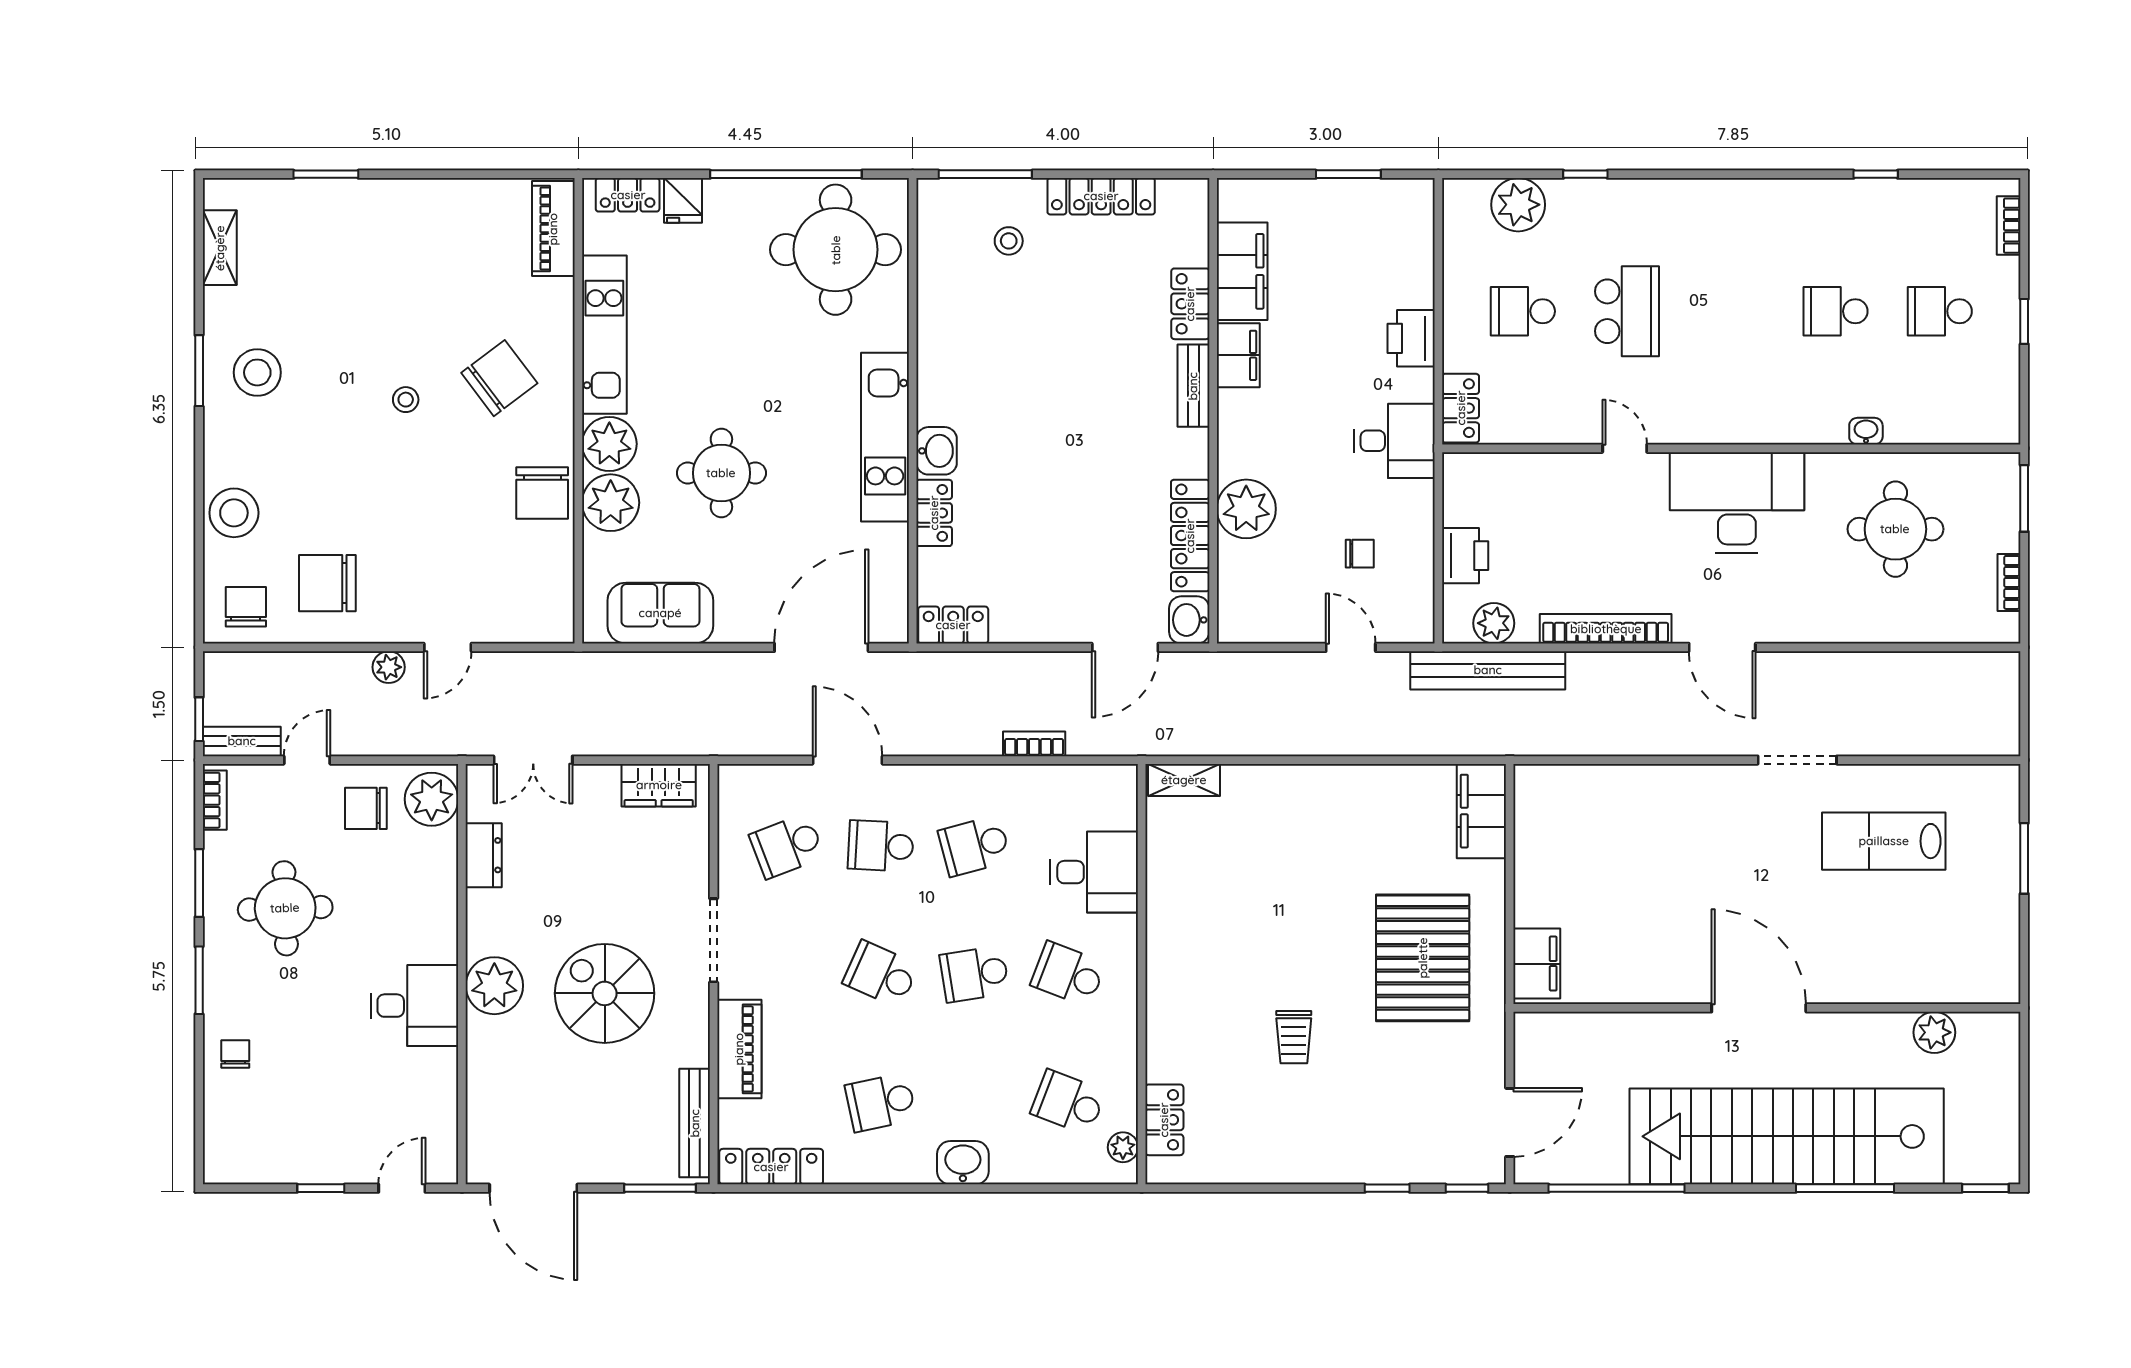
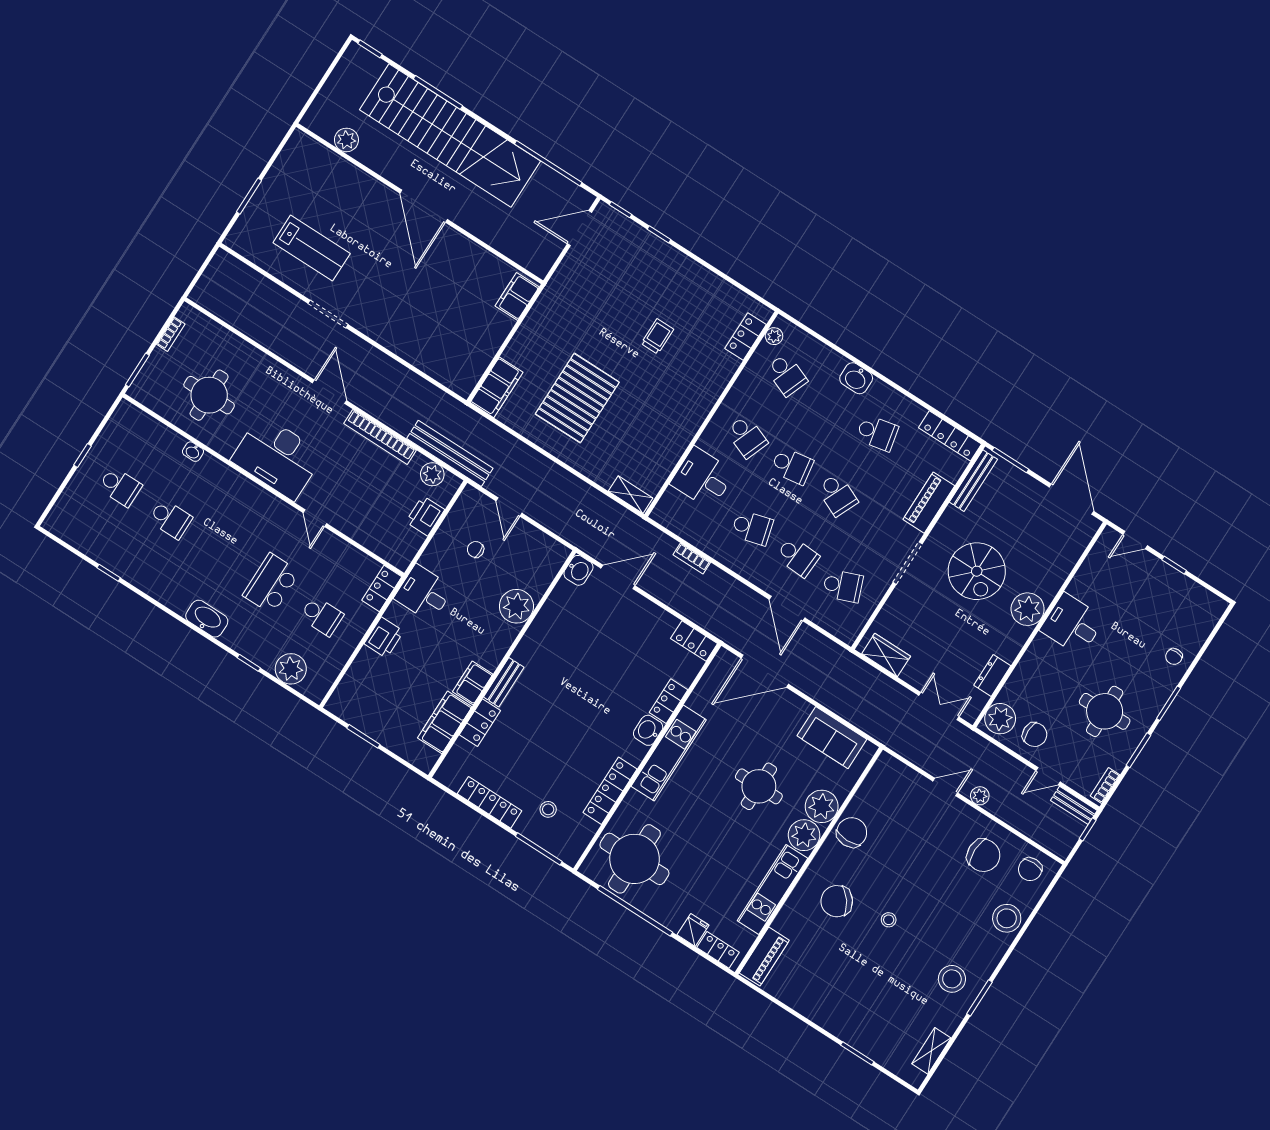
washbasin: (1689, 200) -> (207, 619), added
bookcase: (2009, 226) -> (60, 507), removed
locker: (1190, 536) -> (610, 791), moved, turned 180
pallet: (1423, 958) -> (577, 398), moved

